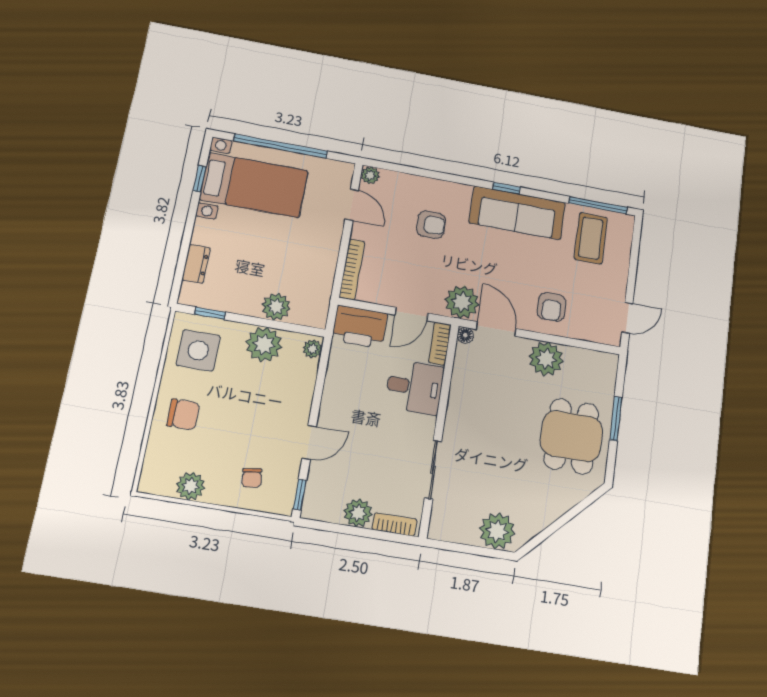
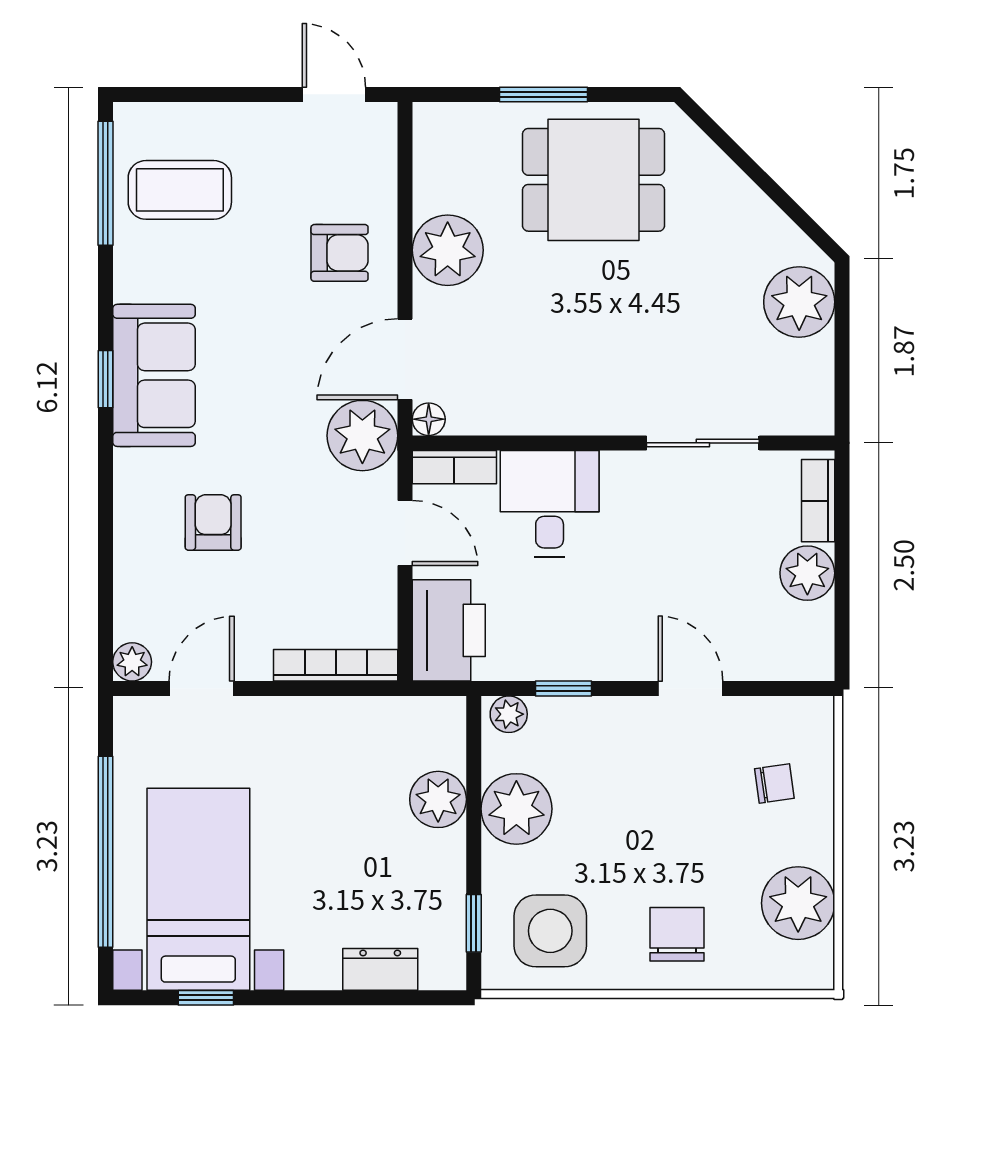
sofa: (517, 213) -> (154, 375), width x0.73
plant: (191, 486) -> (798, 903), width x1.36, depth x1.36
window: (300, 495) -> (563, 688), moved

